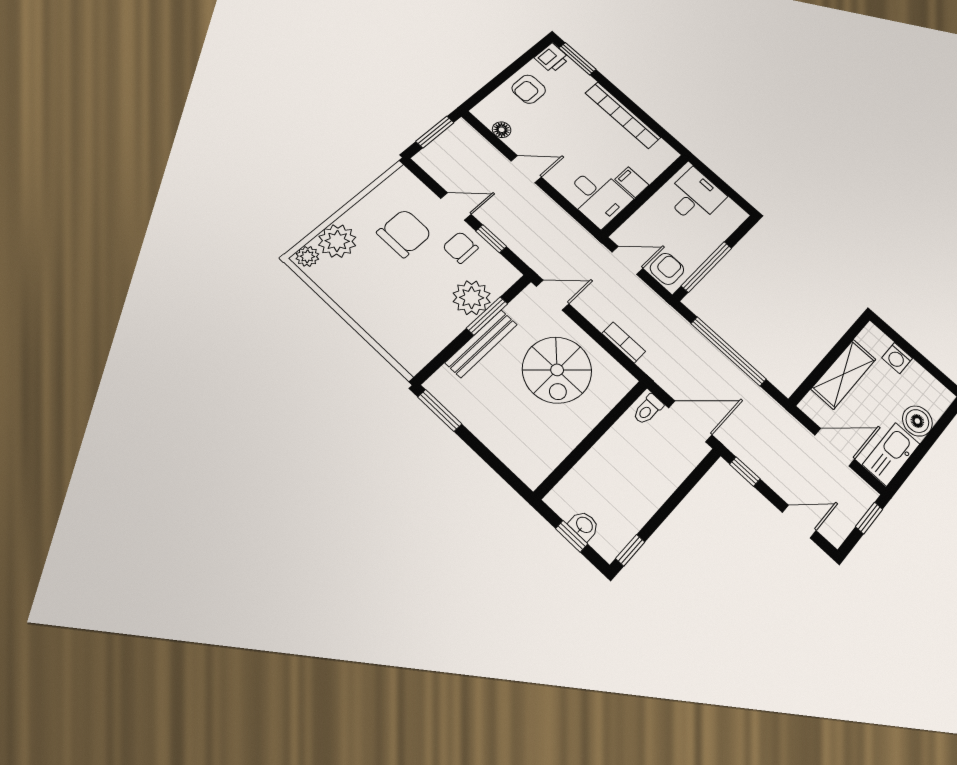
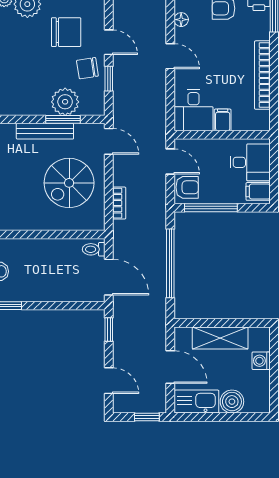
filing cabinet: (729, 215) -> (258, 191), added
chair: (460, 247) -> (87, 68), turned -99

